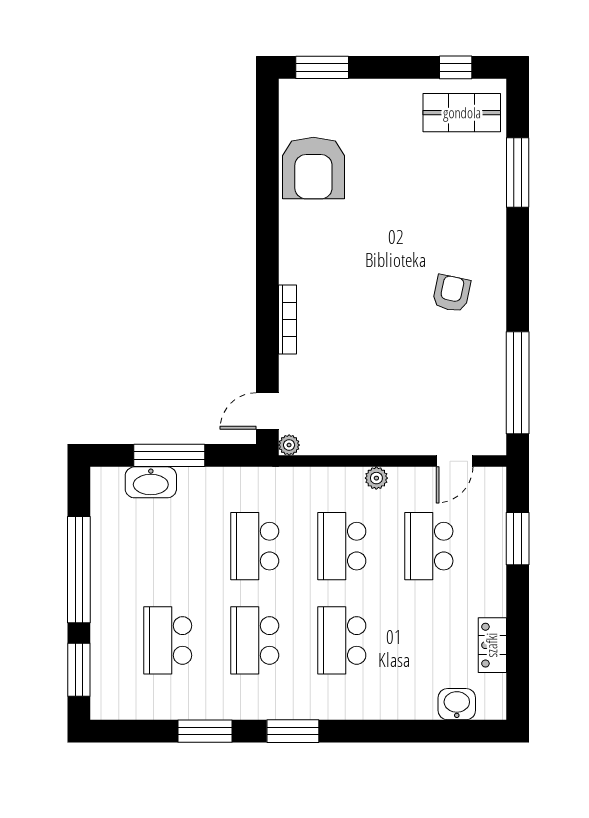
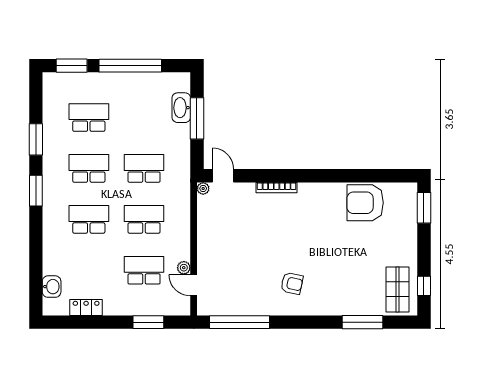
plant: (376, 478) -> (184, 268), moved

